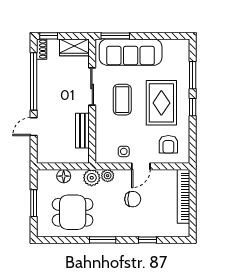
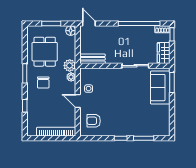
sofa: (131, 52) -> (160, 88), width x0.73
coffee table: (122, 100) -> (126, 87), removed
rug: (161, 103) -> (124, 116), removed
door: (34, 127) -> (89, 24), moved
bench: (82, 131) -> (93, 59), moved
floor lamp: (64, 176) -> (71, 31), moved
chair: (133, 199) -> (43, 82), moved

